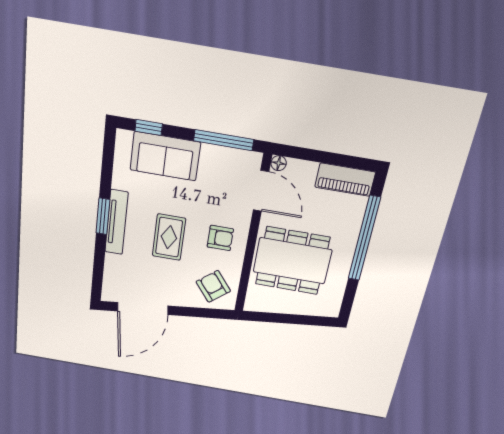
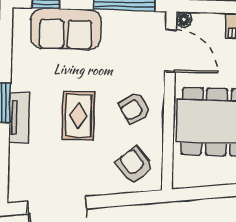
tv unit: (116, 222) -> (19, 118), width x0.71
armchair: (220, 238) -> (135, 108), turned 149

